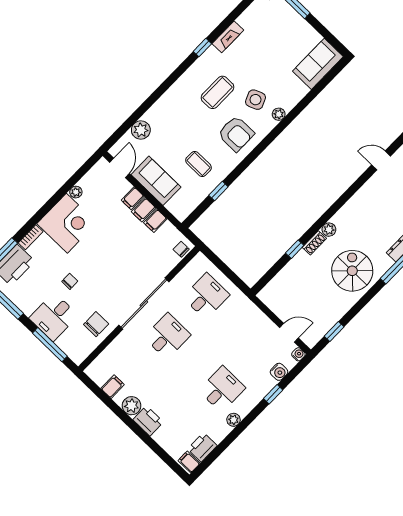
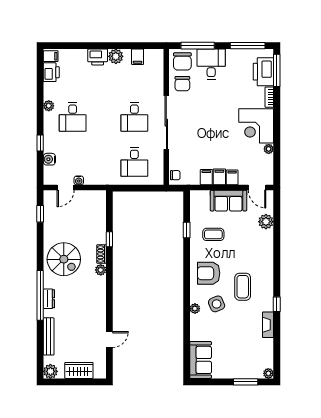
chair: (70, 281) -> (182, 61), moved, width x1.87, depth x1.87
water cooler: (298, 354) -> (79, 180), moved

